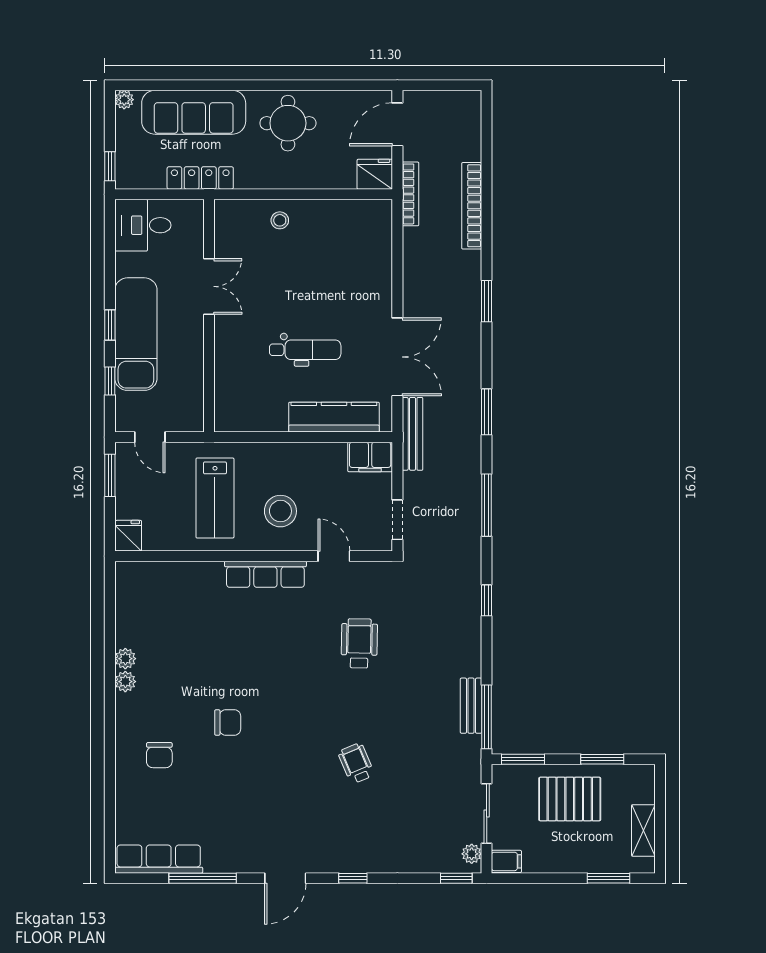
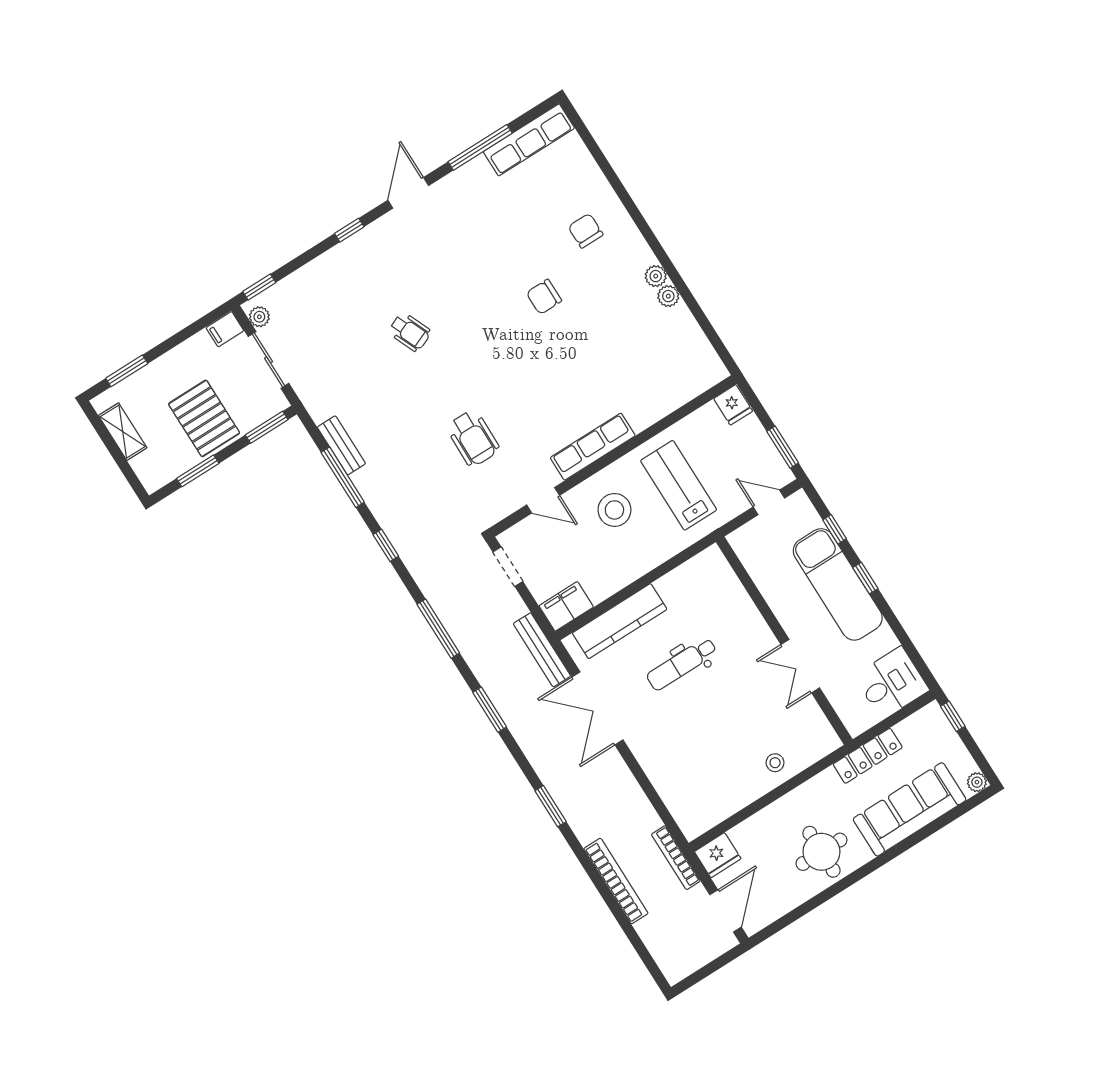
window: (487, 717) -> (343, 477), moved
pallet: (570, 799) -> (204, 418), turned 90

